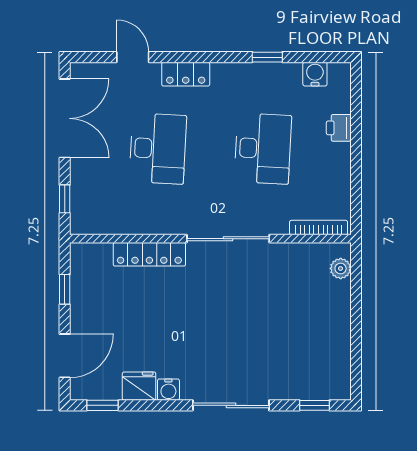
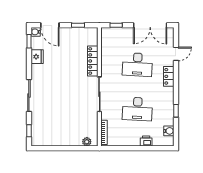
water cooler: (168, 390) -> (36, 32), moved

